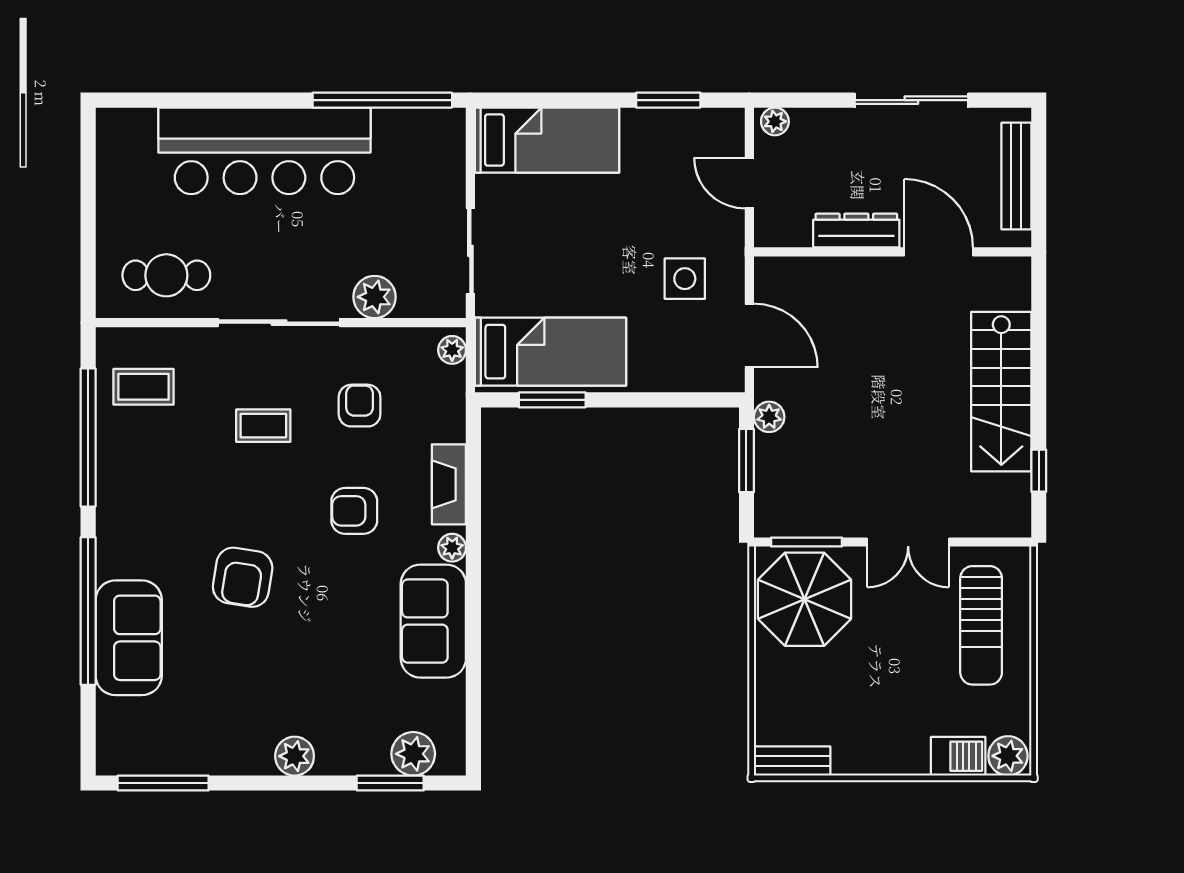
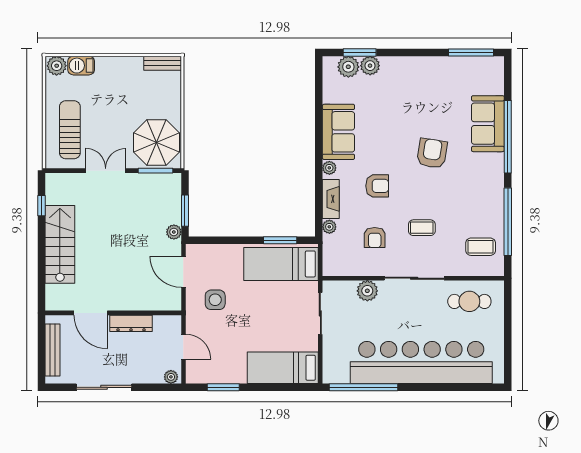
bar counter: (264, 151) -> (421, 362), width x1.36
plant: (452, 350) -> (329, 227), moved
plant: (295, 756) -> (370, 66), moved

